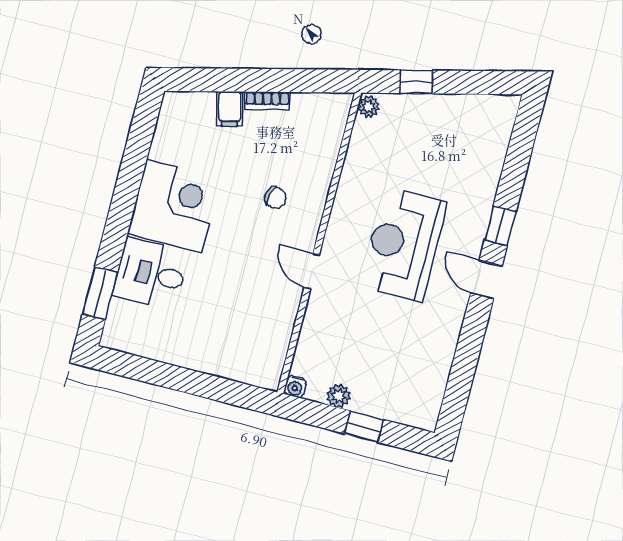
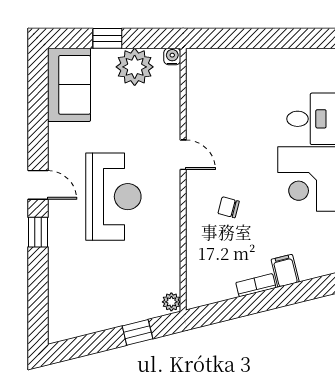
sofa: (421, 385) -> (69, 85), added
plant: (339, 396) -> (135, 67), width x1.88, depth x1.88

